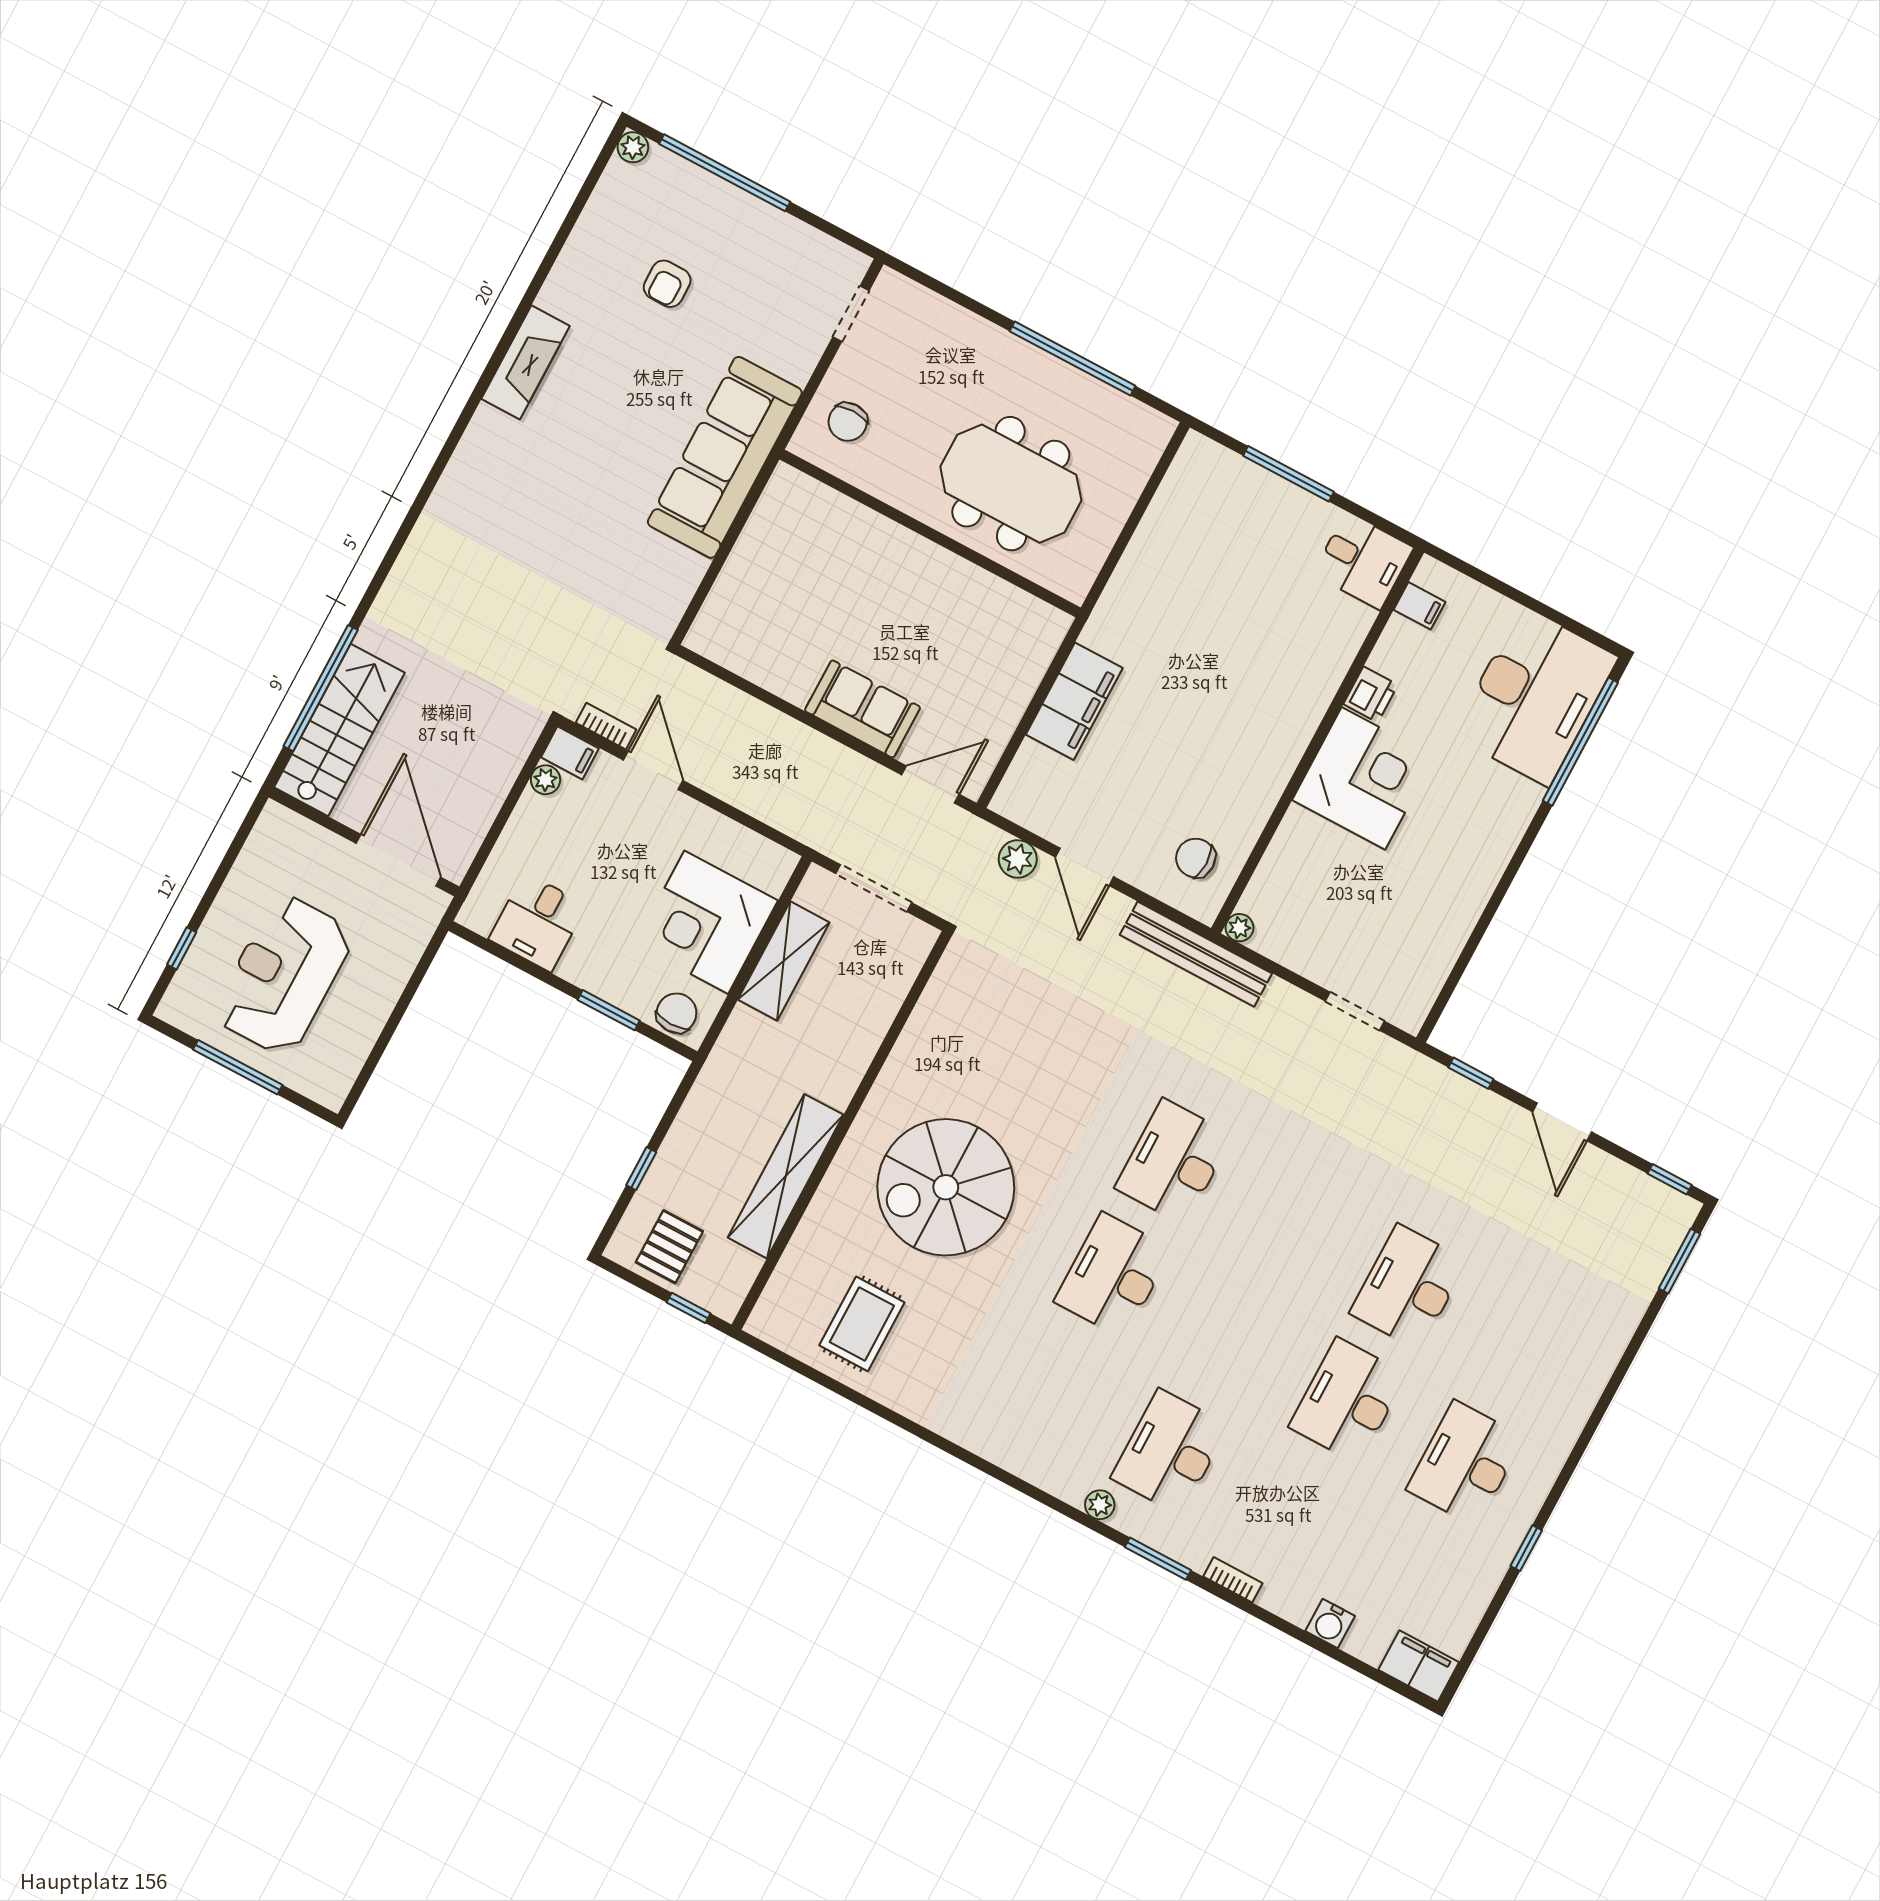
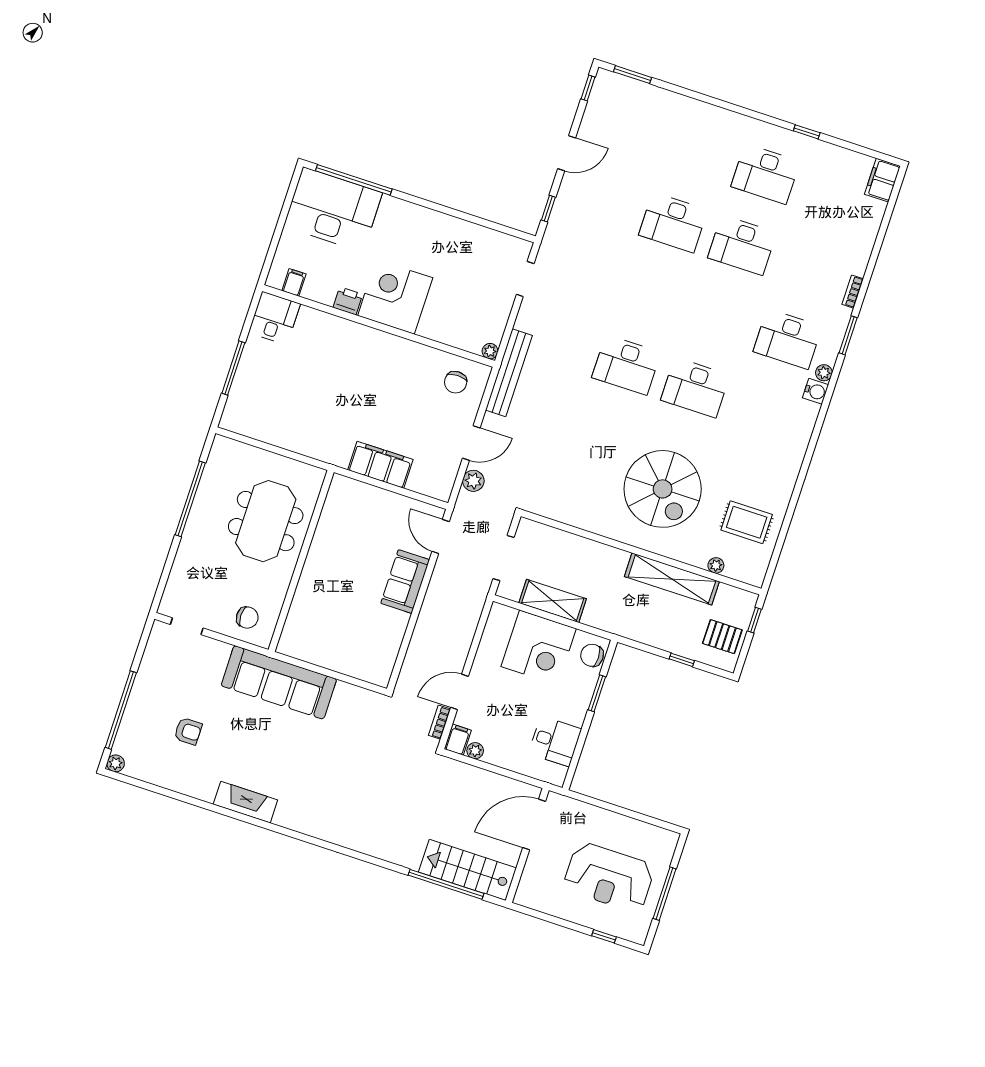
plant: (796, 1257) -> (716, 565), added
water cooler: (1330, 1623) -> (816, 391), moved

